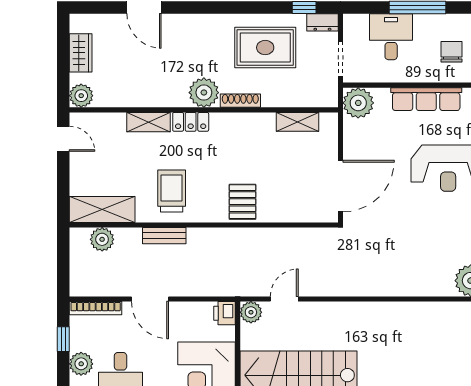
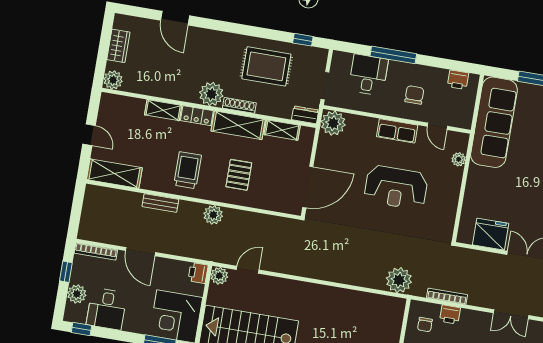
dresser: (322, 22) -> (305, 115), moved, turned 180
row of seats: (426, 99) -> (397, 131), width x0.68
shelving: (243, 125) -> (238, 125), added
door: (63, 139) -> (89, 135), moved
trolley: (172, 191) -> (188, 170), moved
pallet: (242, 202) -> (239, 175), moved
plant: (102, 239) -> (213, 215), moved

